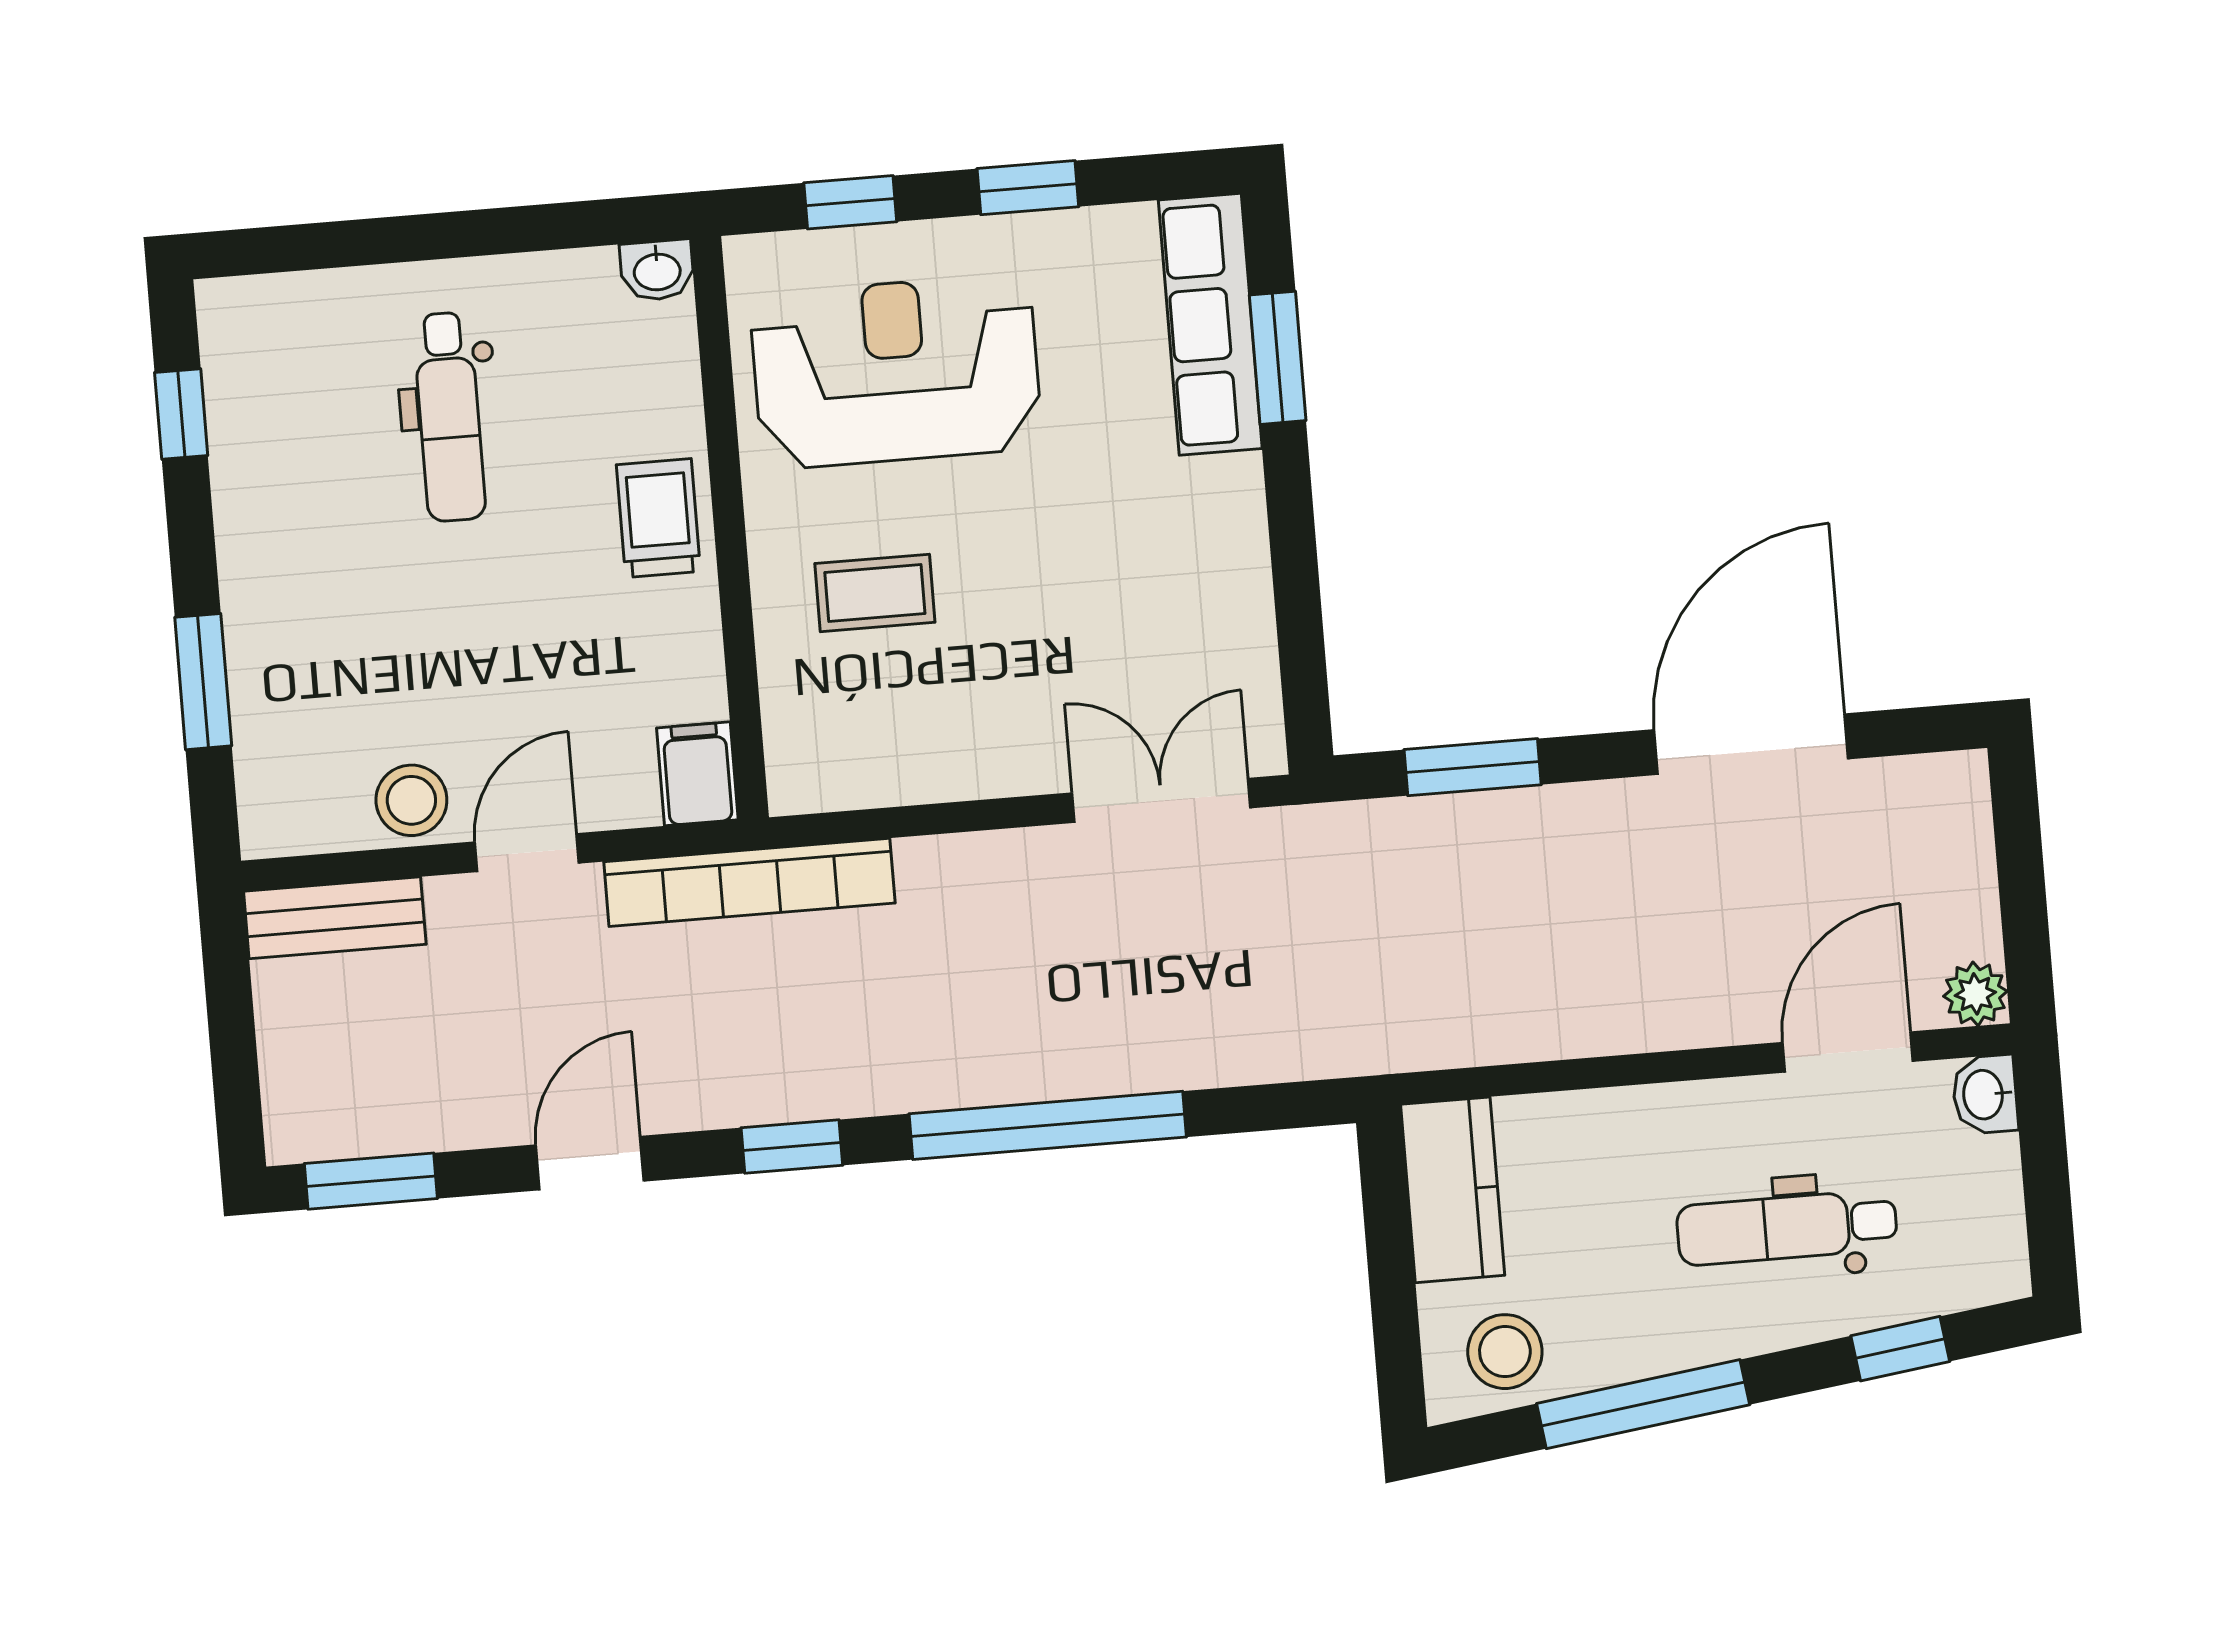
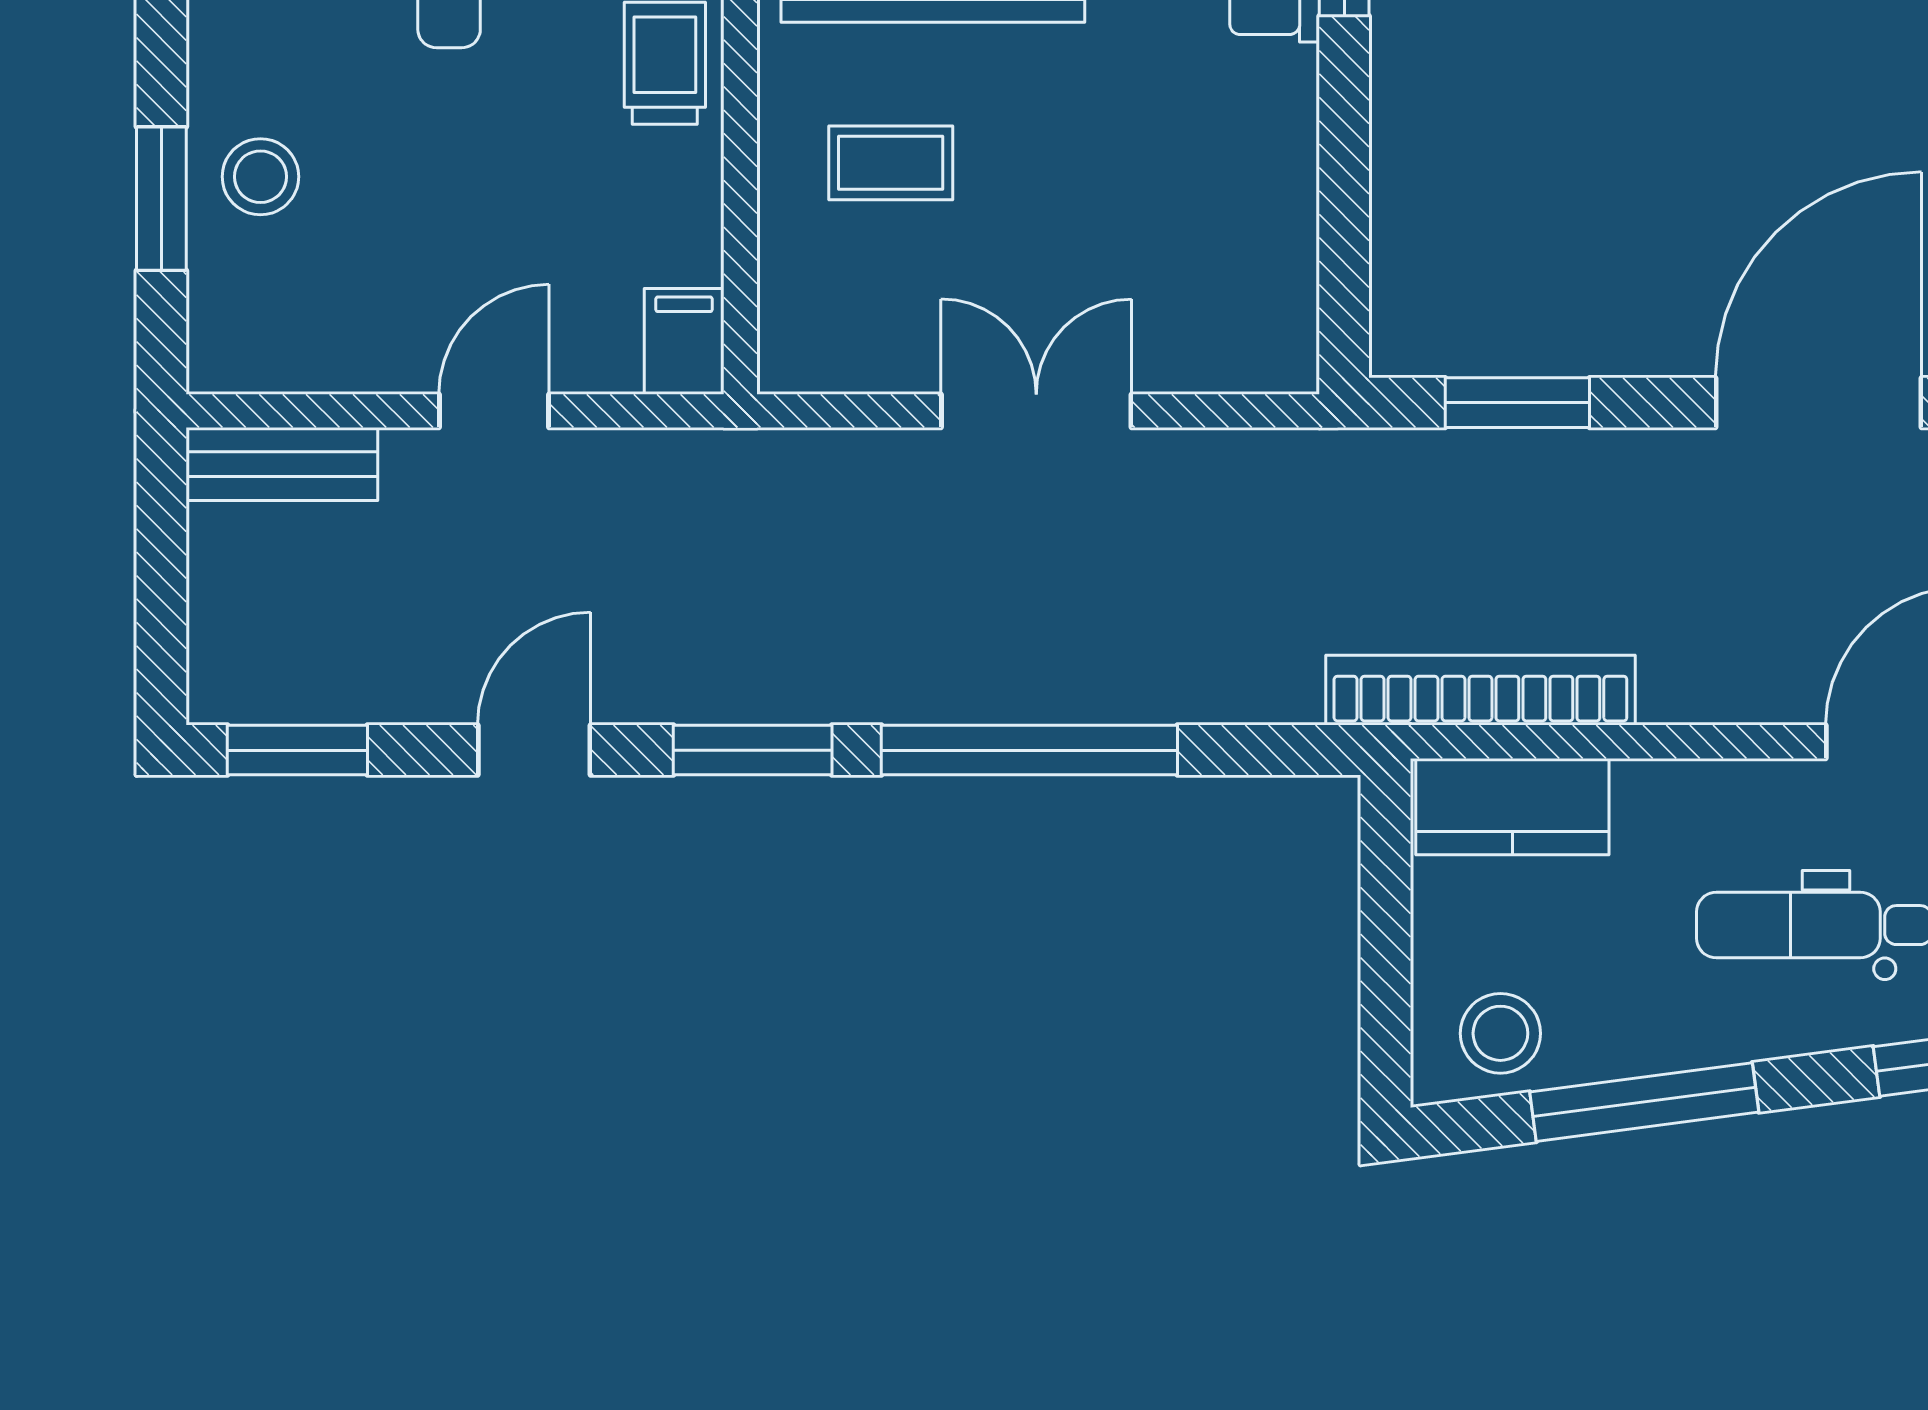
stool: (411, 800) -> (260, 177), moved
double door: (1161, 800) -> (1036, 411), moved
bookcase: (749, 882) -> (1480, 690), moved, turned 180
window: (792, 1146) -> (753, 750), width x1.50
kitchen counter: (1453, 1190) -> (1512, 807), moved, turned 90

